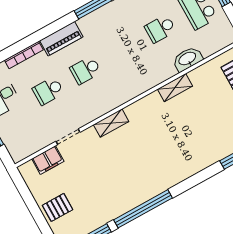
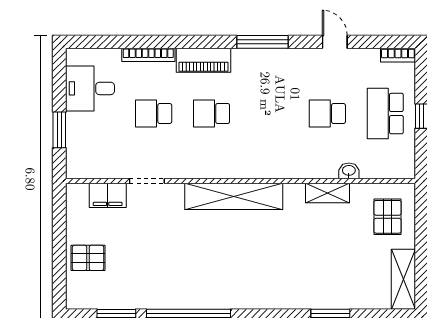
washbasin: (187, 59) -> (349, 171), width x0.52, depth x0.69
shelving: (175, 88) -> (327, 193), moved
shelving: (111, 123) -> (234, 196), width x2.20, depth x1.33

